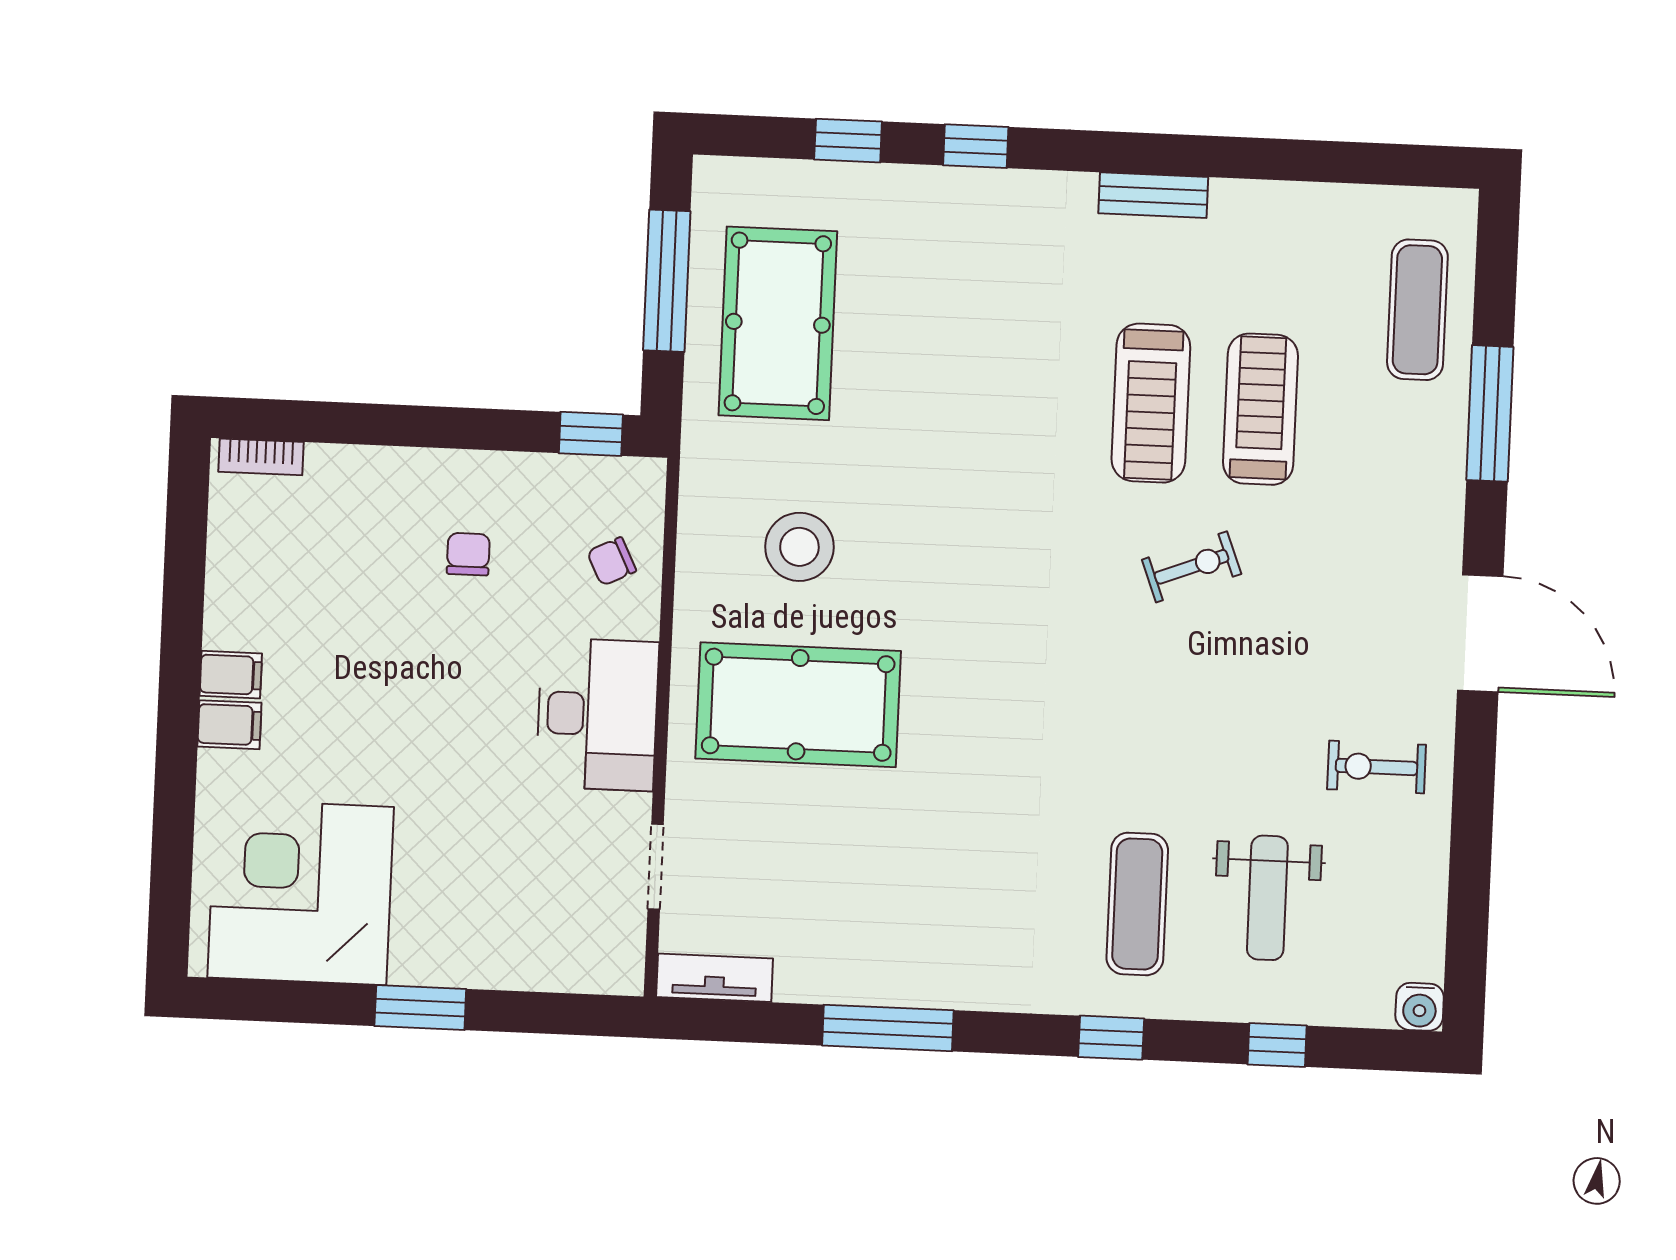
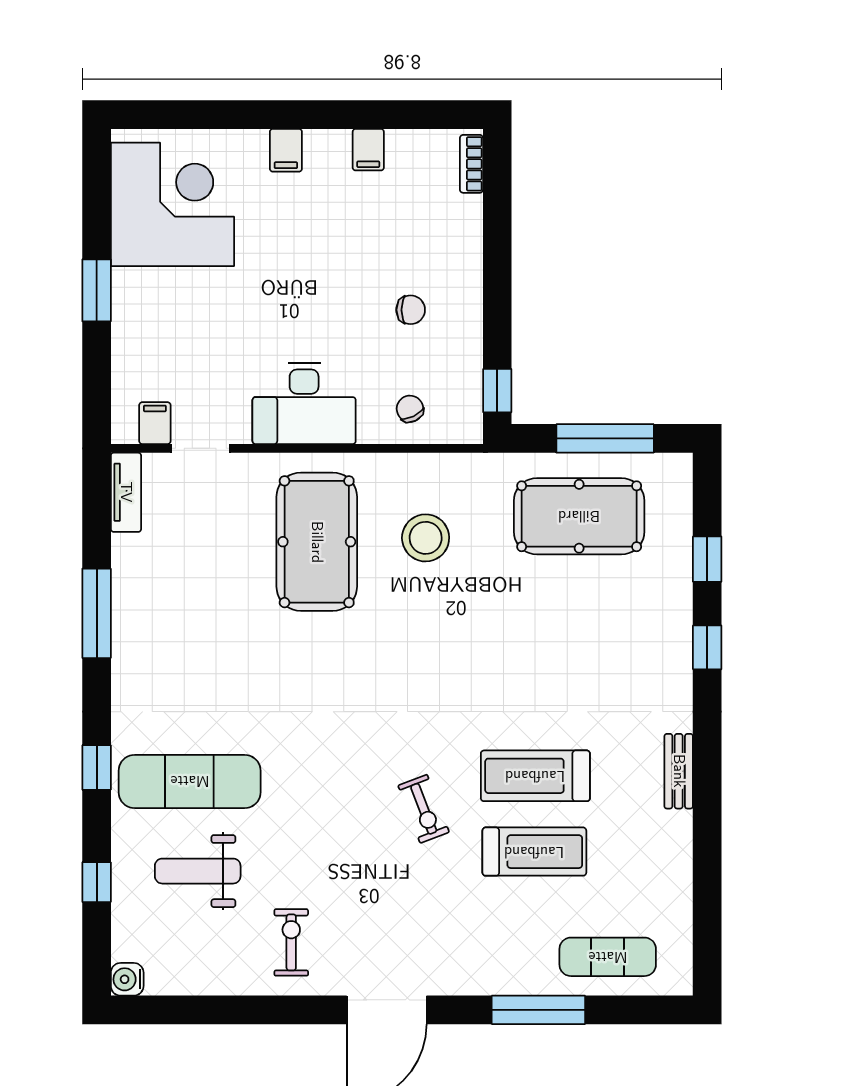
filing cabinet: (231, 675) -> (368, 150), moved
exercise mat: (1137, 904) -> (190, 781), width x1.36, depth x1.45
filing cabinet: (616, 932) -> (155, 423), added

